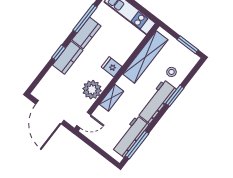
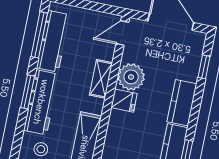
window: (59, 53) -> (204, 67), moved
fridge: (112, 67) -> (124, 101), moved
window: (175, 96) -> (28, 92), moved

